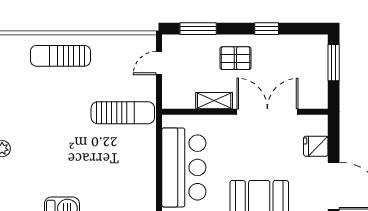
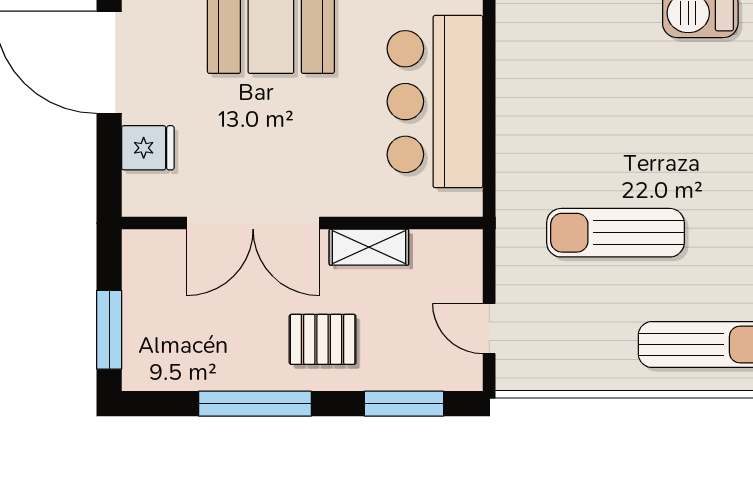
window: (267, 29) -> (255, 404), width x2.17
door: (159, 63) -> (489, 329), swing flipped
sun lounger: (123, 113) -> (615, 233), moved

